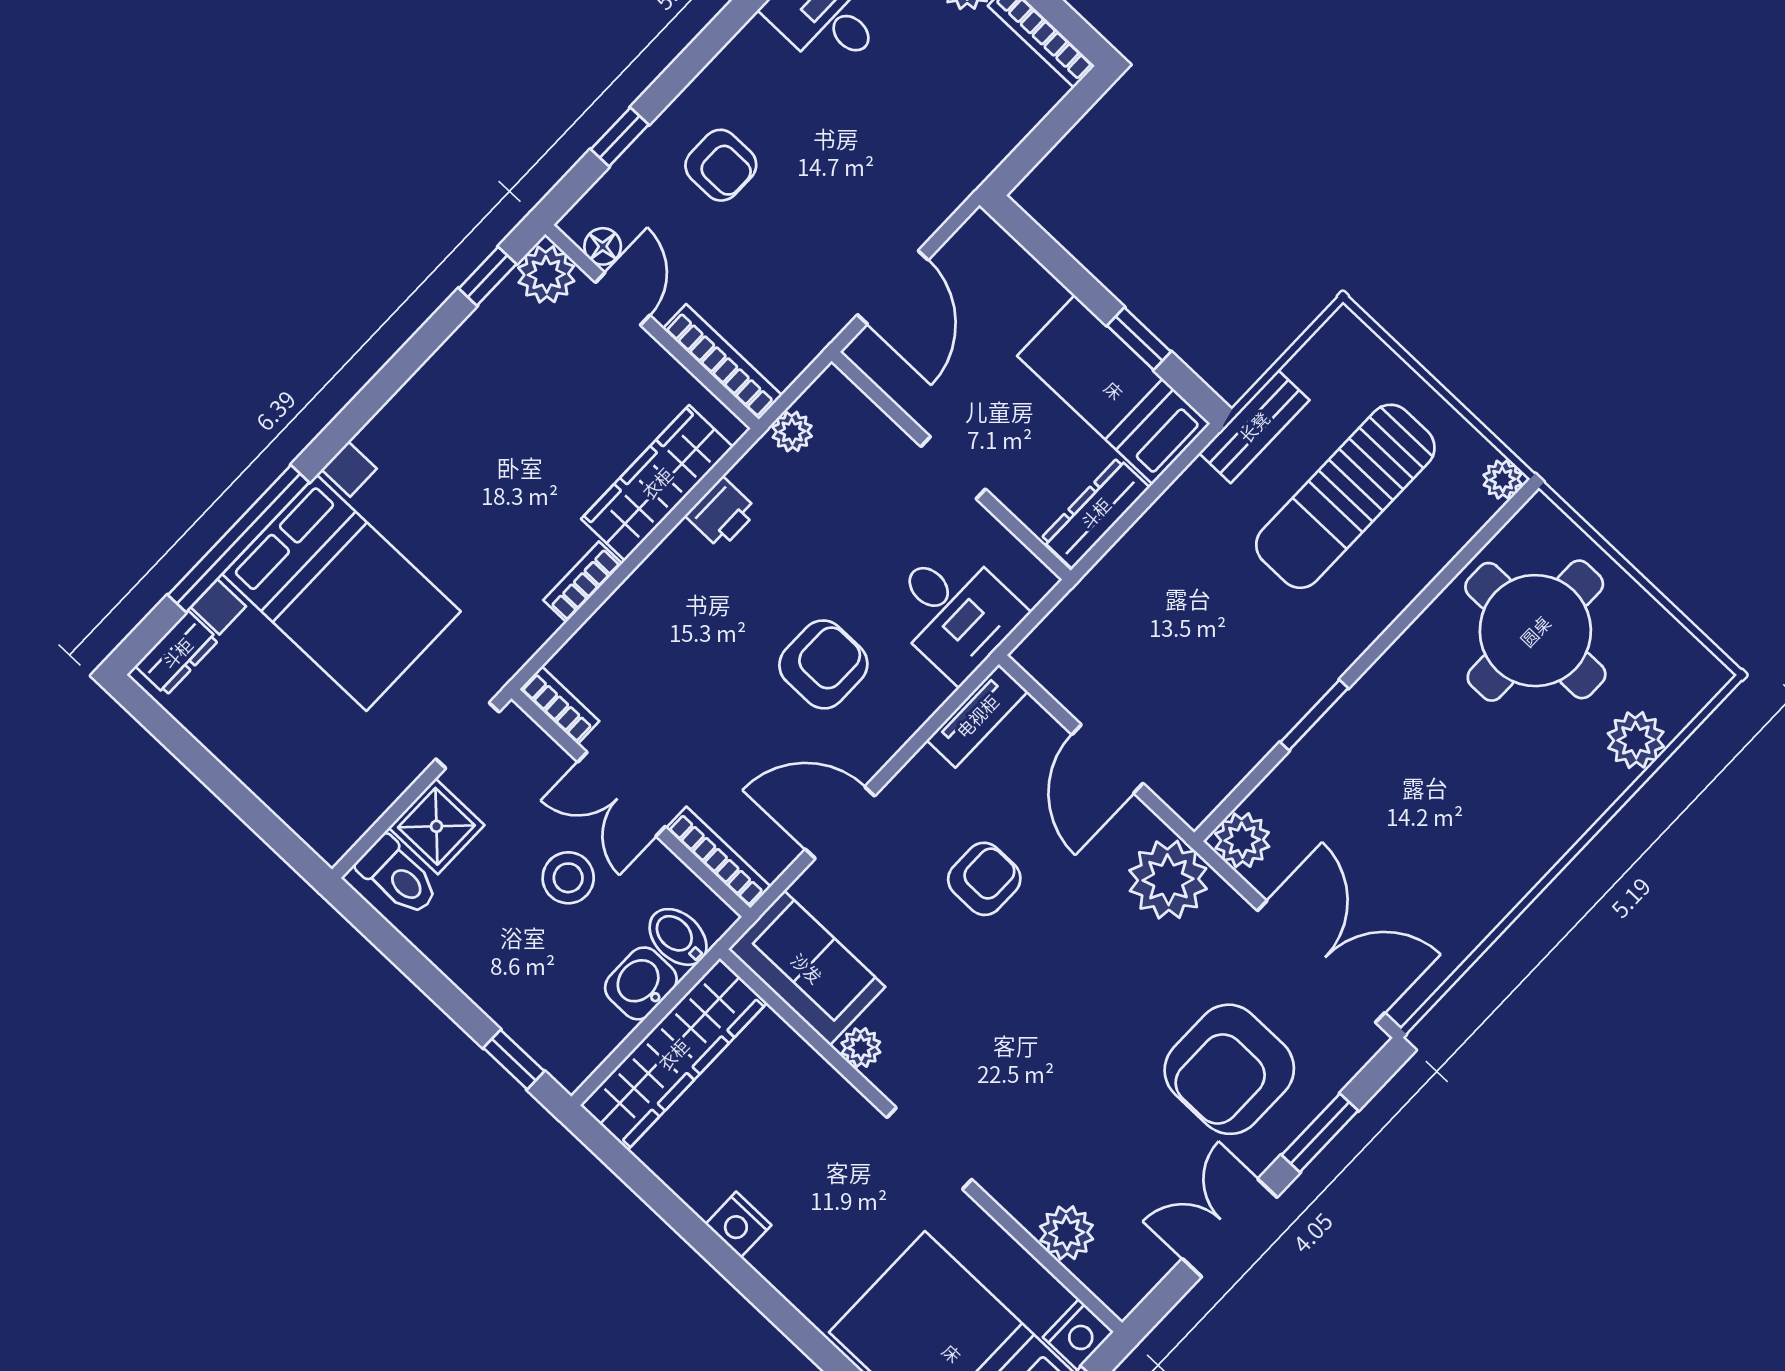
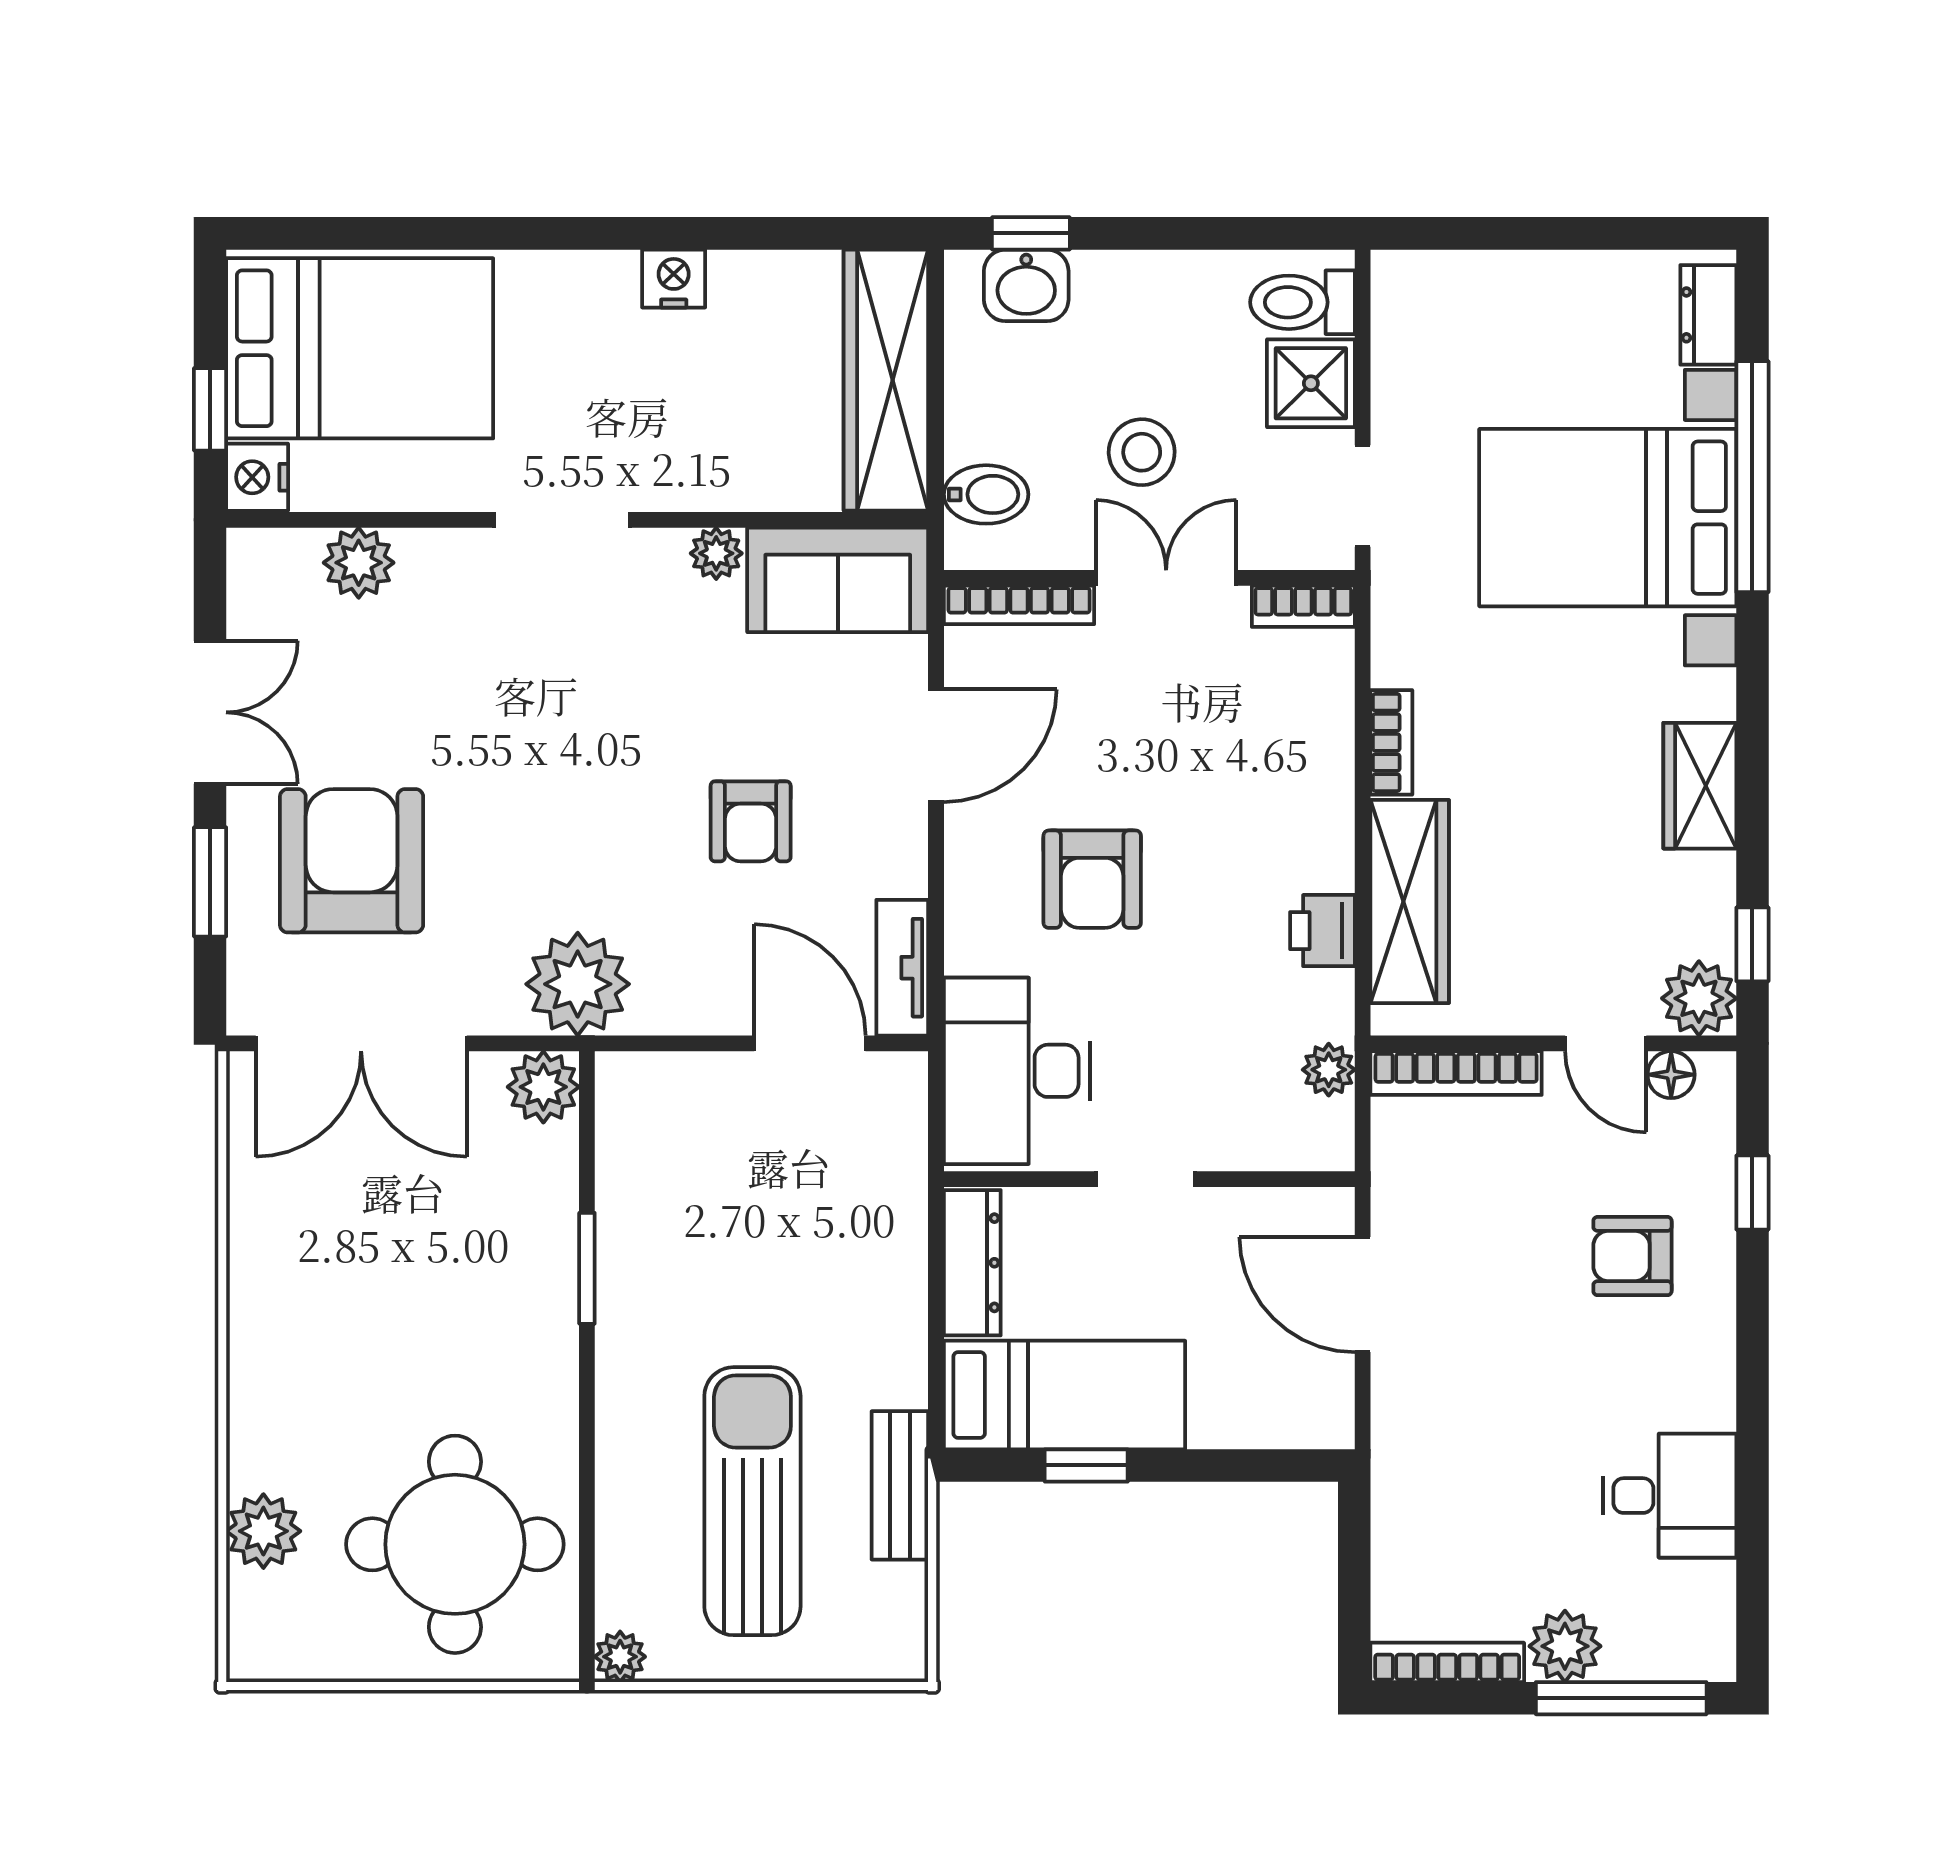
wardrobe: (433, 393) -> (1700, 786), added
desk: (954, 611) -> (1017, 1071), width x1.37
door: (1107, 759) -> (810, 1043), moved
washbasin: (641, 983) -> (1026, 285), moved, turned 90

